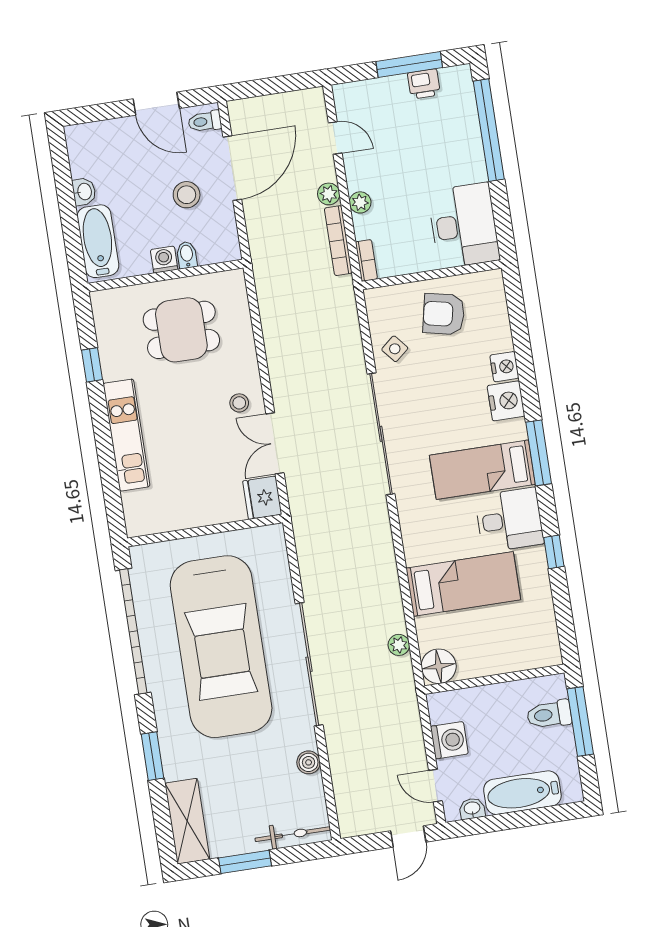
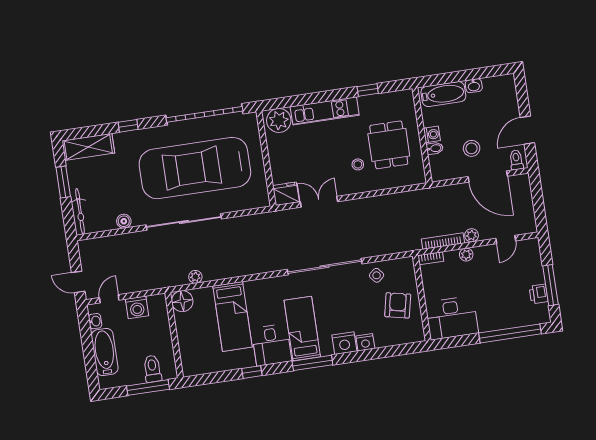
stool: (239, 403) -> (358, 164), moved
plant: (143, 510) -> (279, 120), added
window: (153, 756) -> (128, 126), width x0.67

